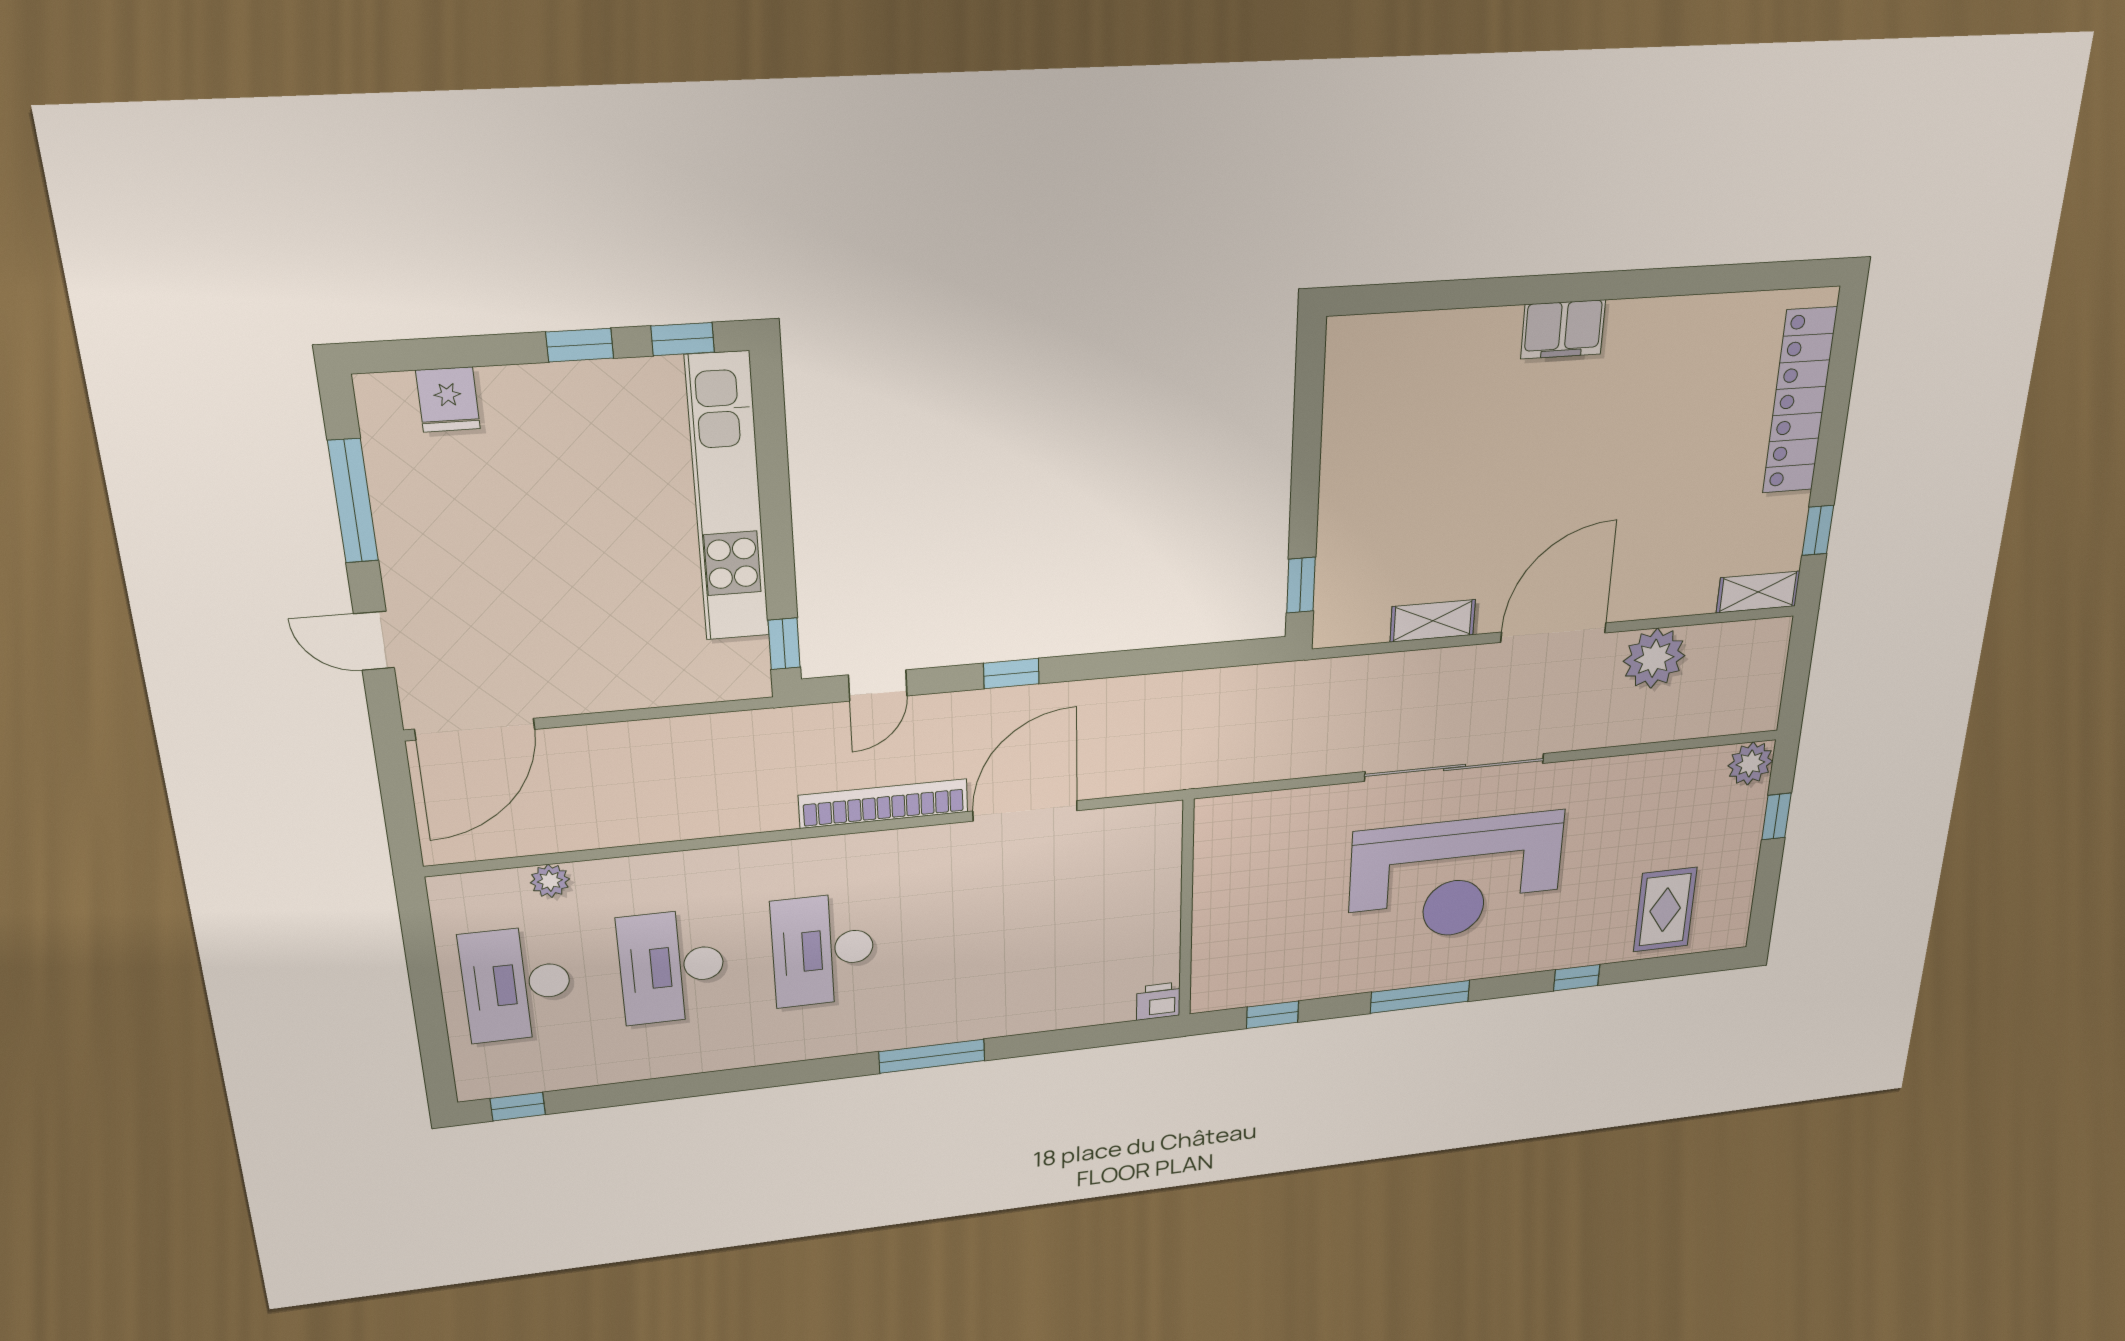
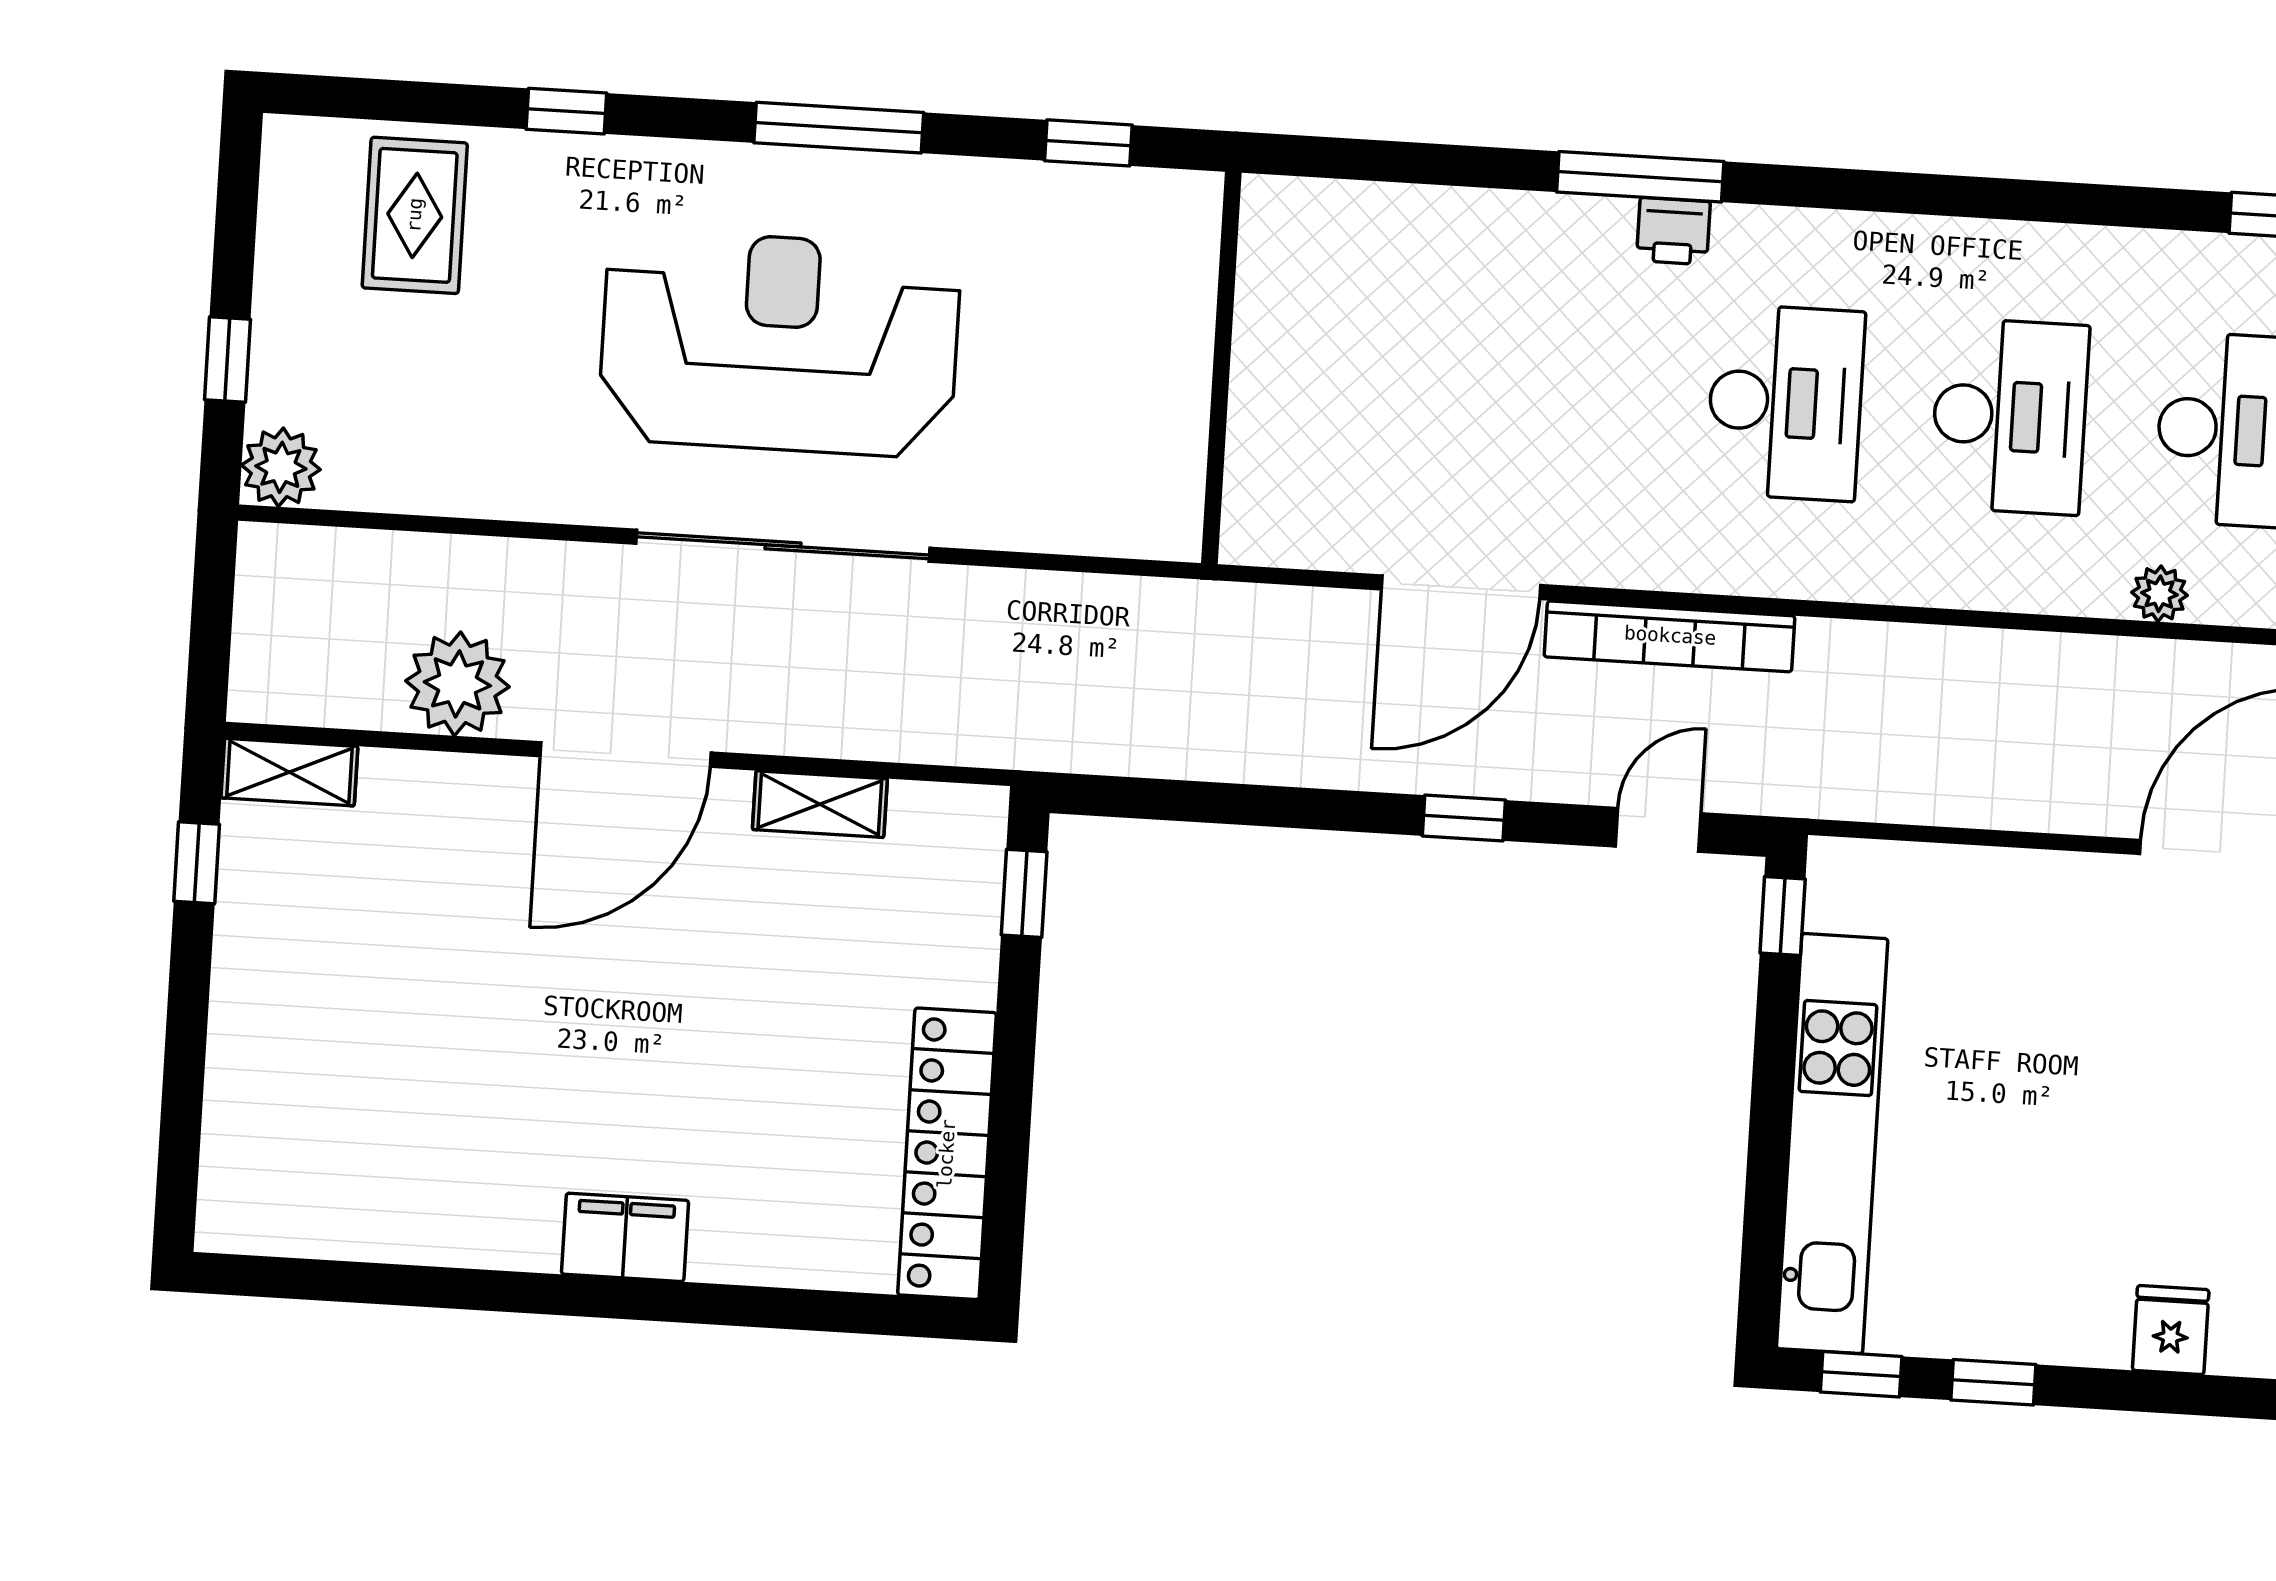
locker: (1800, 401) -> (947, 1154), moved, turned 180
printer: (1158, 1001) -> (1673, 231), moved

